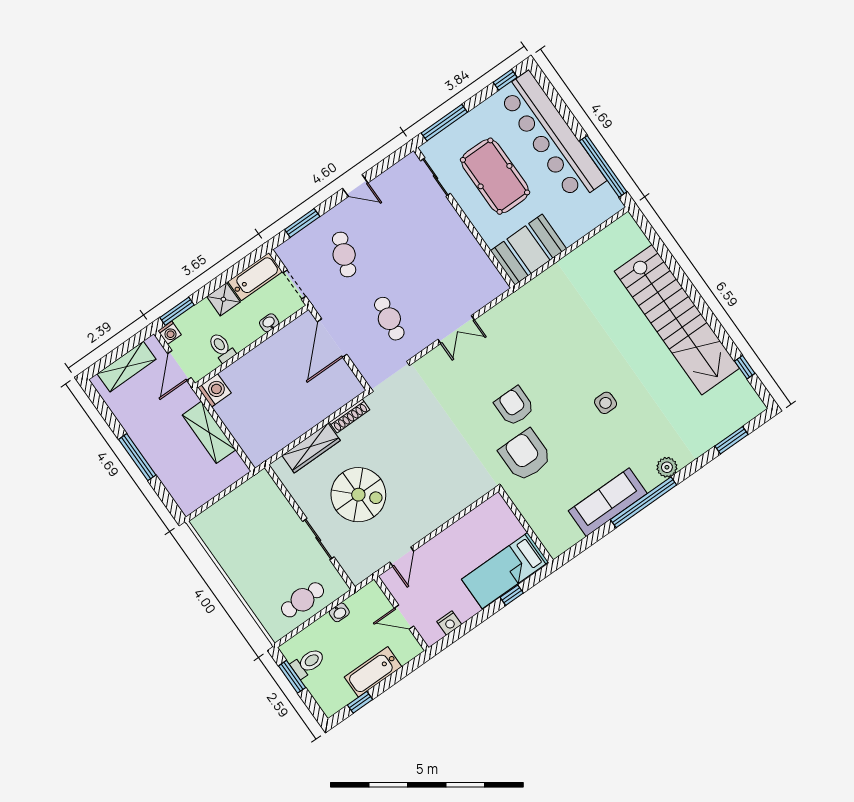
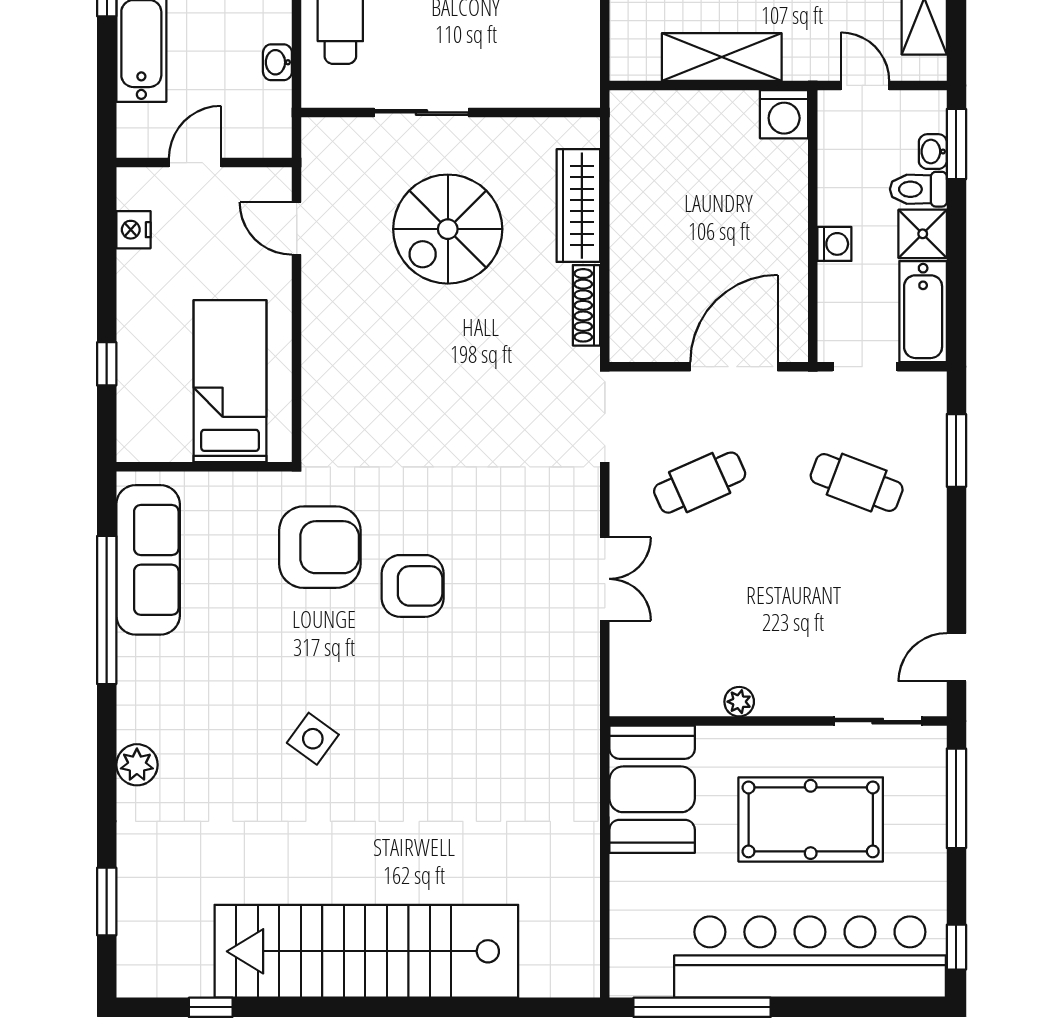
door: (355, 186) -> (956, 657), moved
plant: (467, 239) -> (739, 702), added
cafe table: (389, 319) -> (700, 483), turned -33
washbasin: (269, 323) -> (933, 152), moved, turned 180
double door: (456, 330) -> (605, 579), swing flipped
washing machine: (170, 333) -> (834, 244), moved, turned 180
door: (332, 338) -> (734, 367), hinge flipped
toilet: (222, 347) -> (918, 189), moved, turned 180
door: (179, 366) -> (865, 85), width x0.73
side table: (606, 403) -> (313, 739), turned 36
sofa: (608, 502) -> (148, 560), moved
window: (644, 502) -> (107, 610), moved
bed: (505, 571) -> (230, 381), moved

